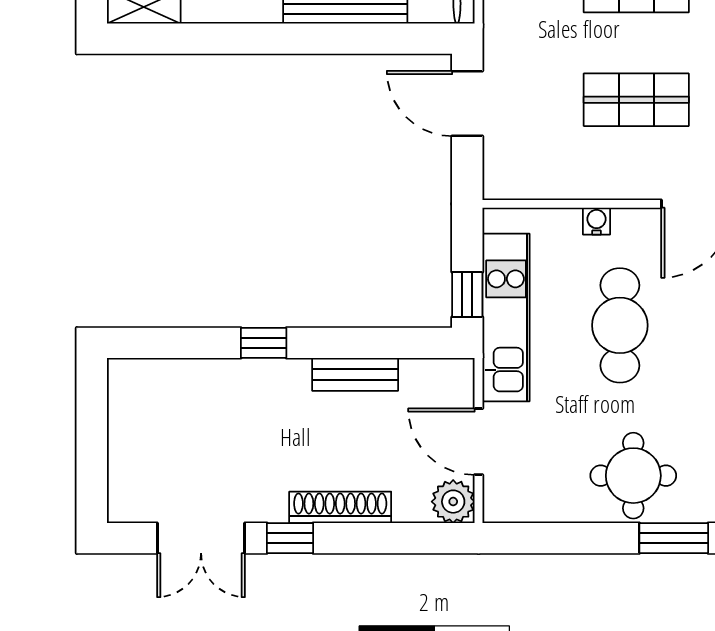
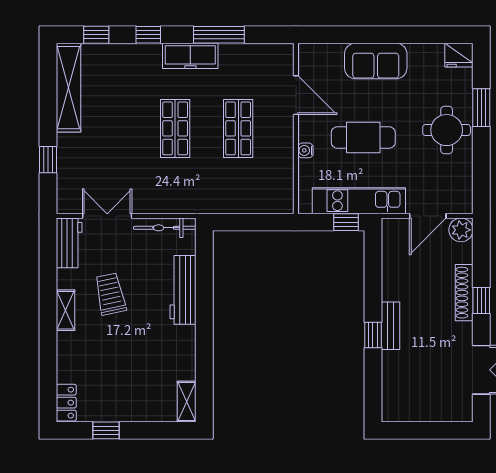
door: (467, 103) -> (240, 222), removed
bench: (355, 374) -> (390, 326), moved
window: (290, 538) -> (481, 300), moved

